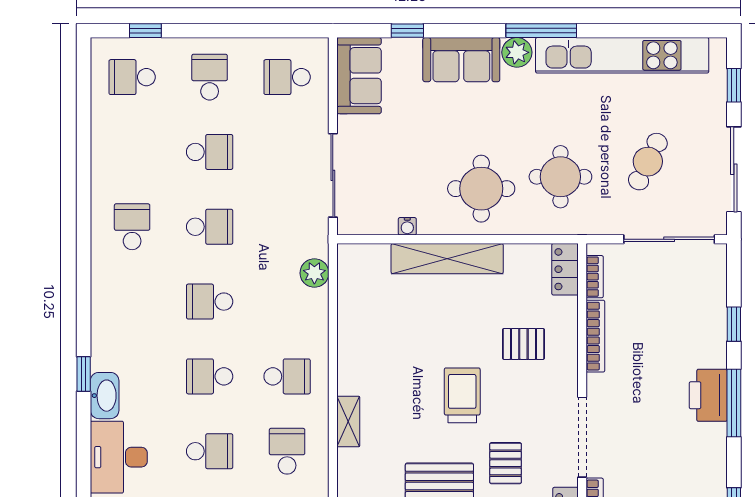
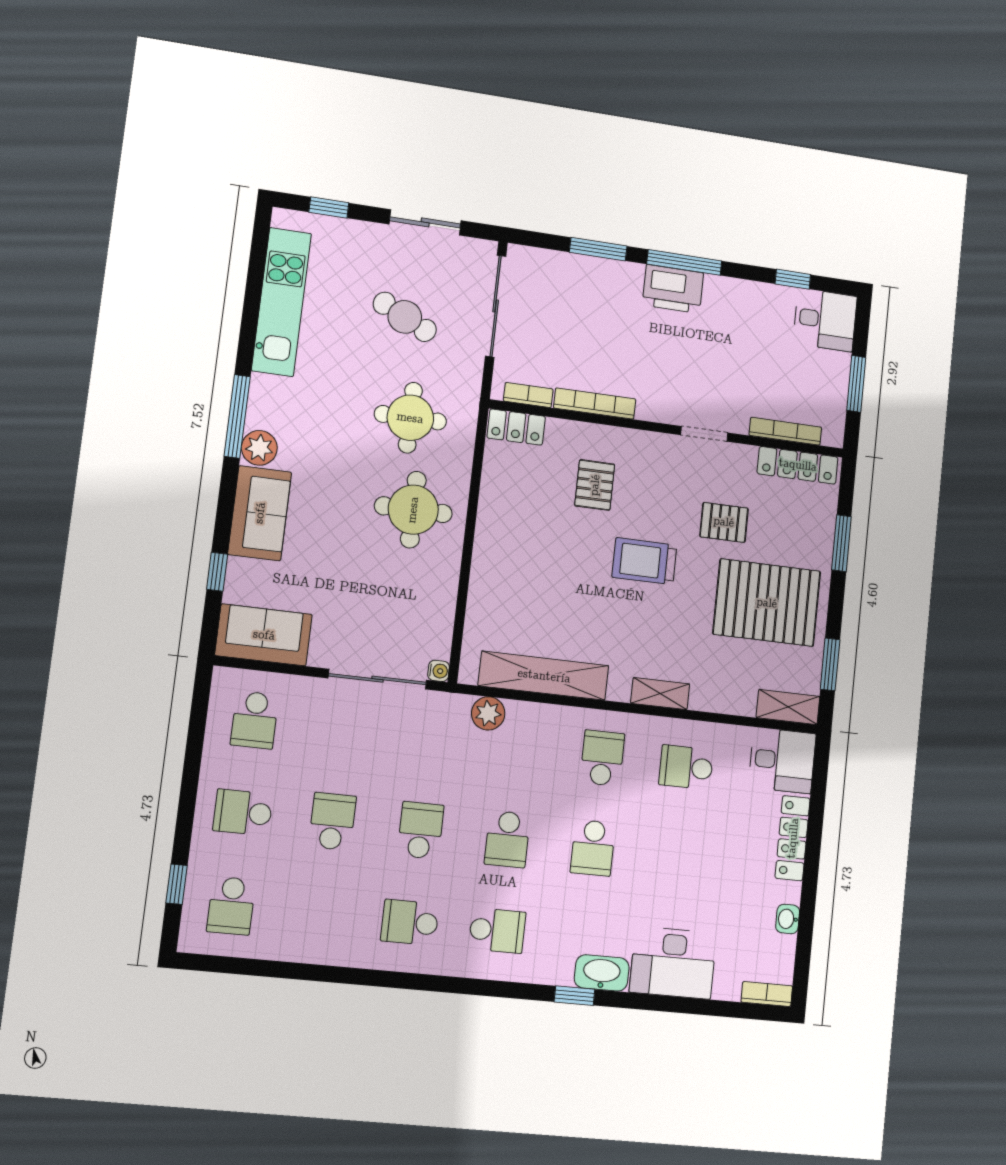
kitchen unit: (622, 55) -> (281, 302), width x0.73
sliding door: (734, 169) -> (425, 222), width x0.73
water cooler: (407, 226) -> (439, 671), moved
shelving: (447, 259) -> (544, 676), moved, turned 90
window: (734, 324) -> (598, 249), width x1.50
doorway: (582, 437) -> (704, 434), width x0.53
school desk: (210, 451) -> (497, 931), moved, turned 90

